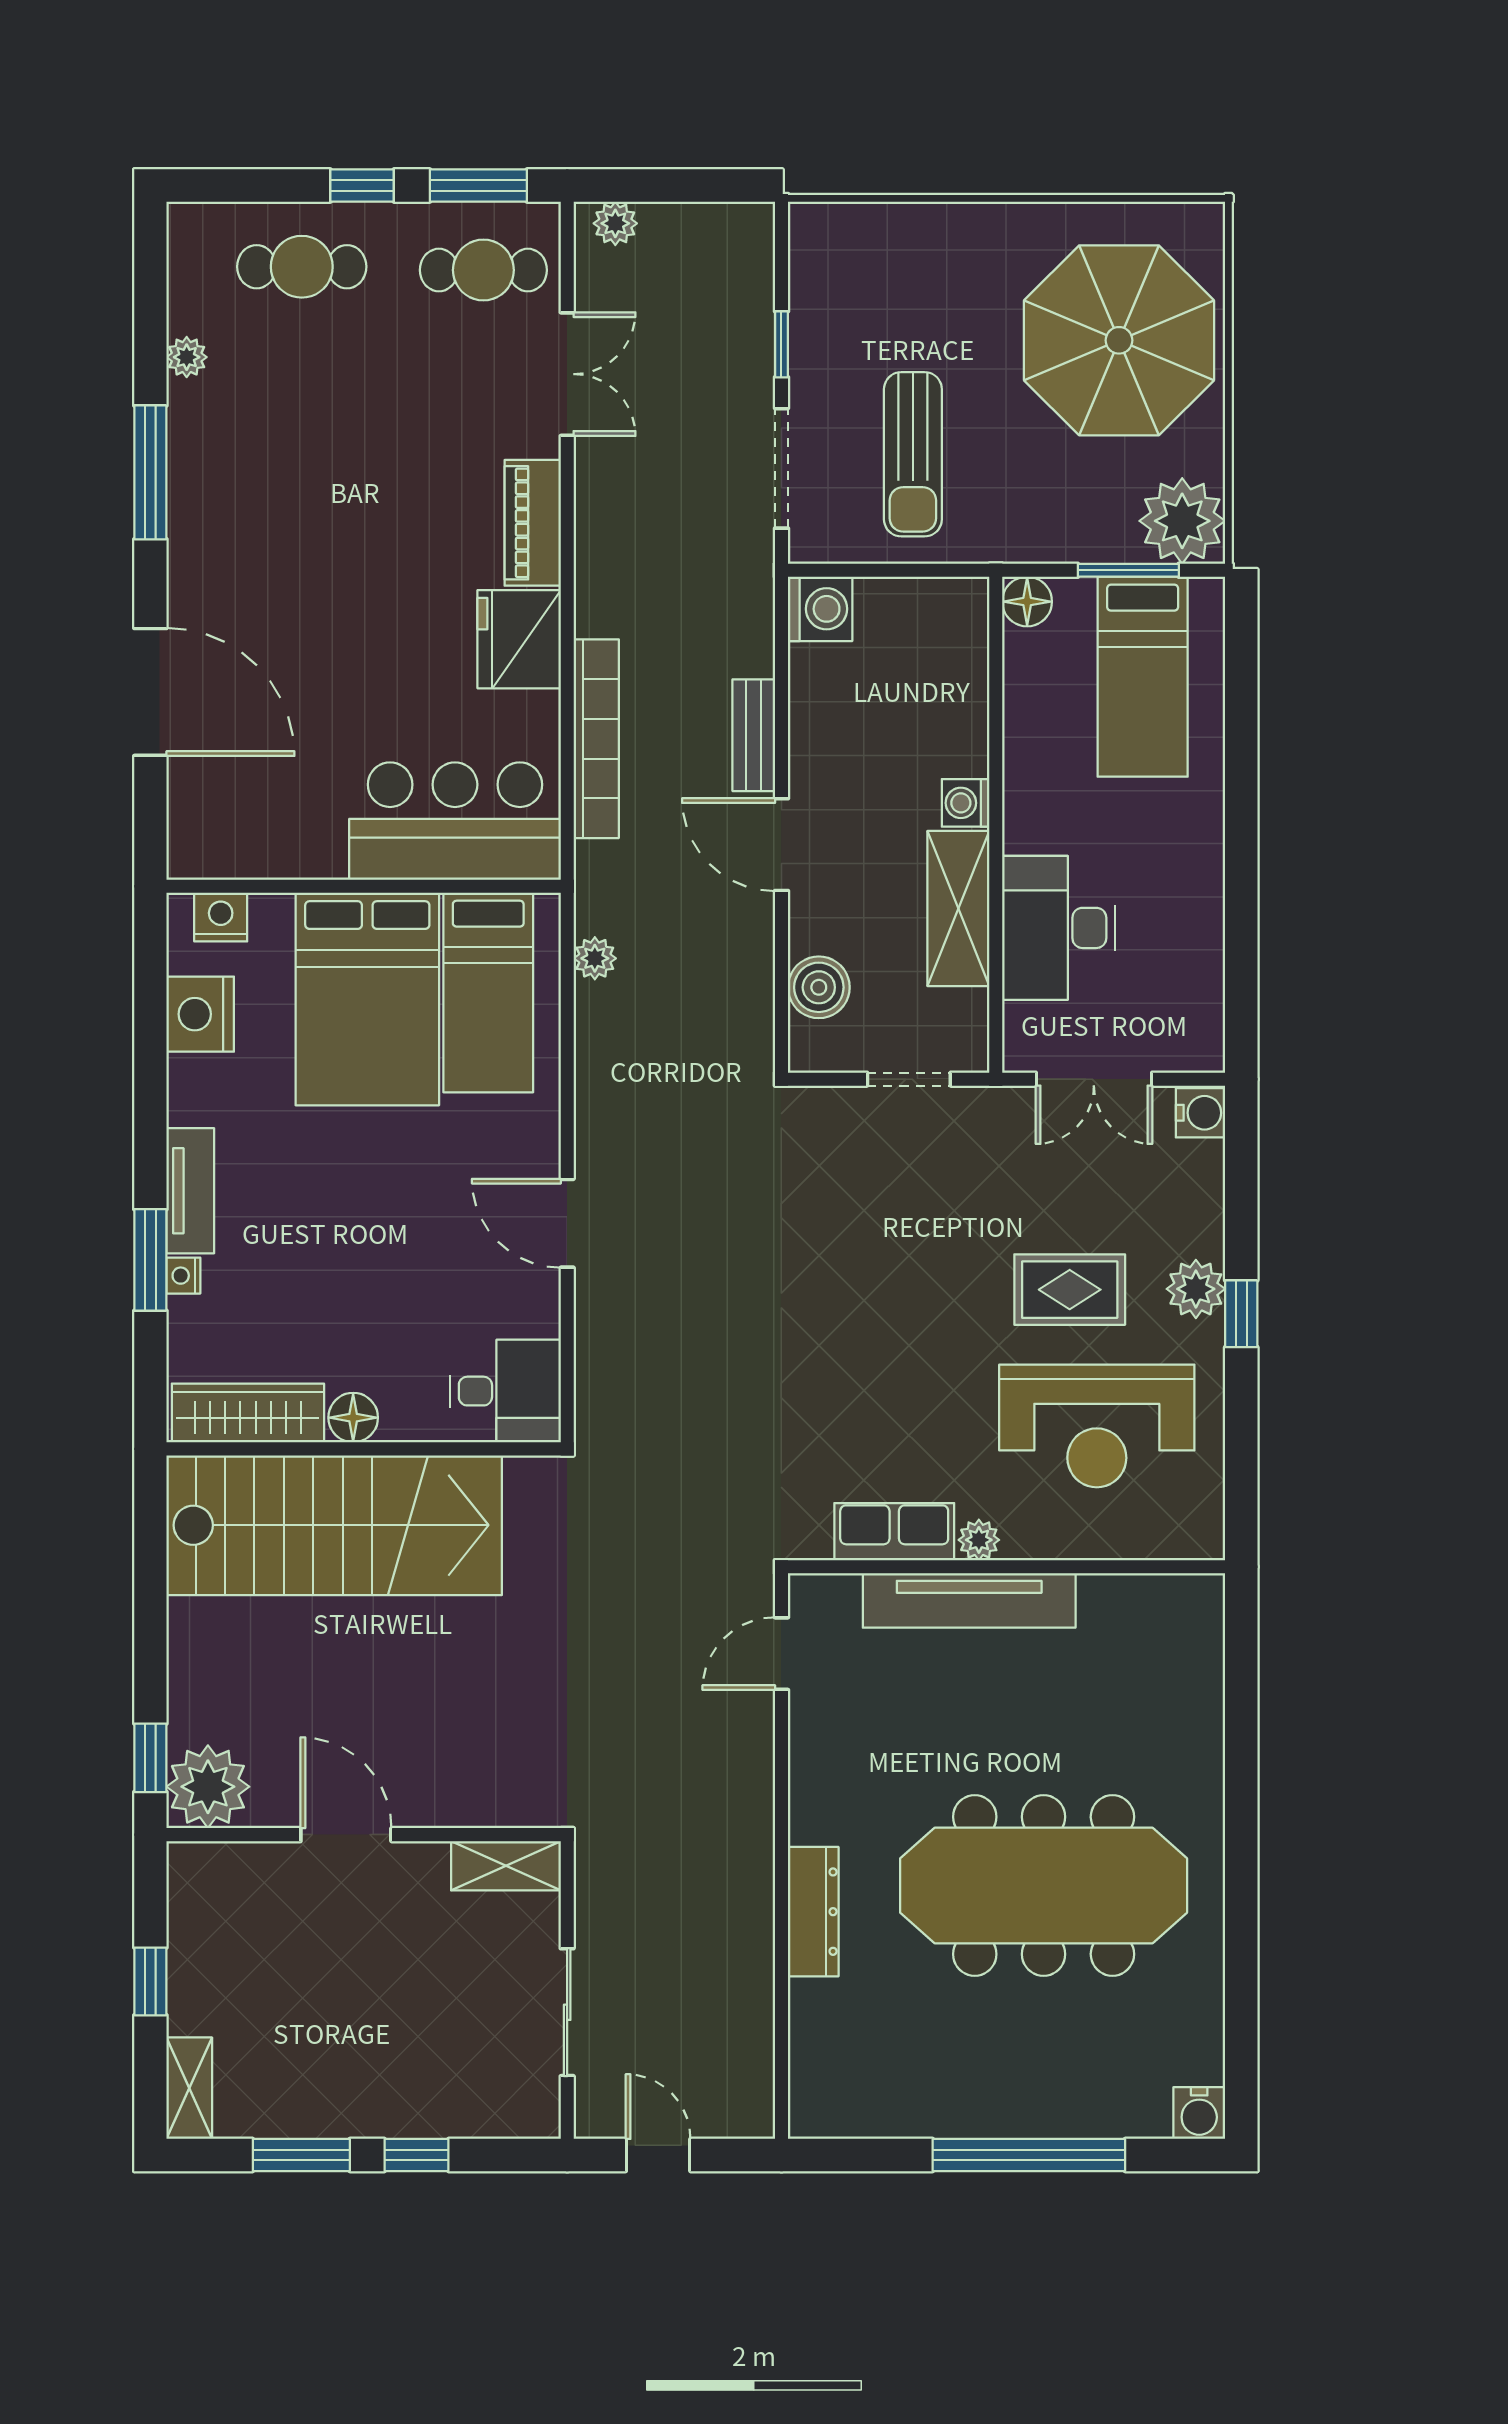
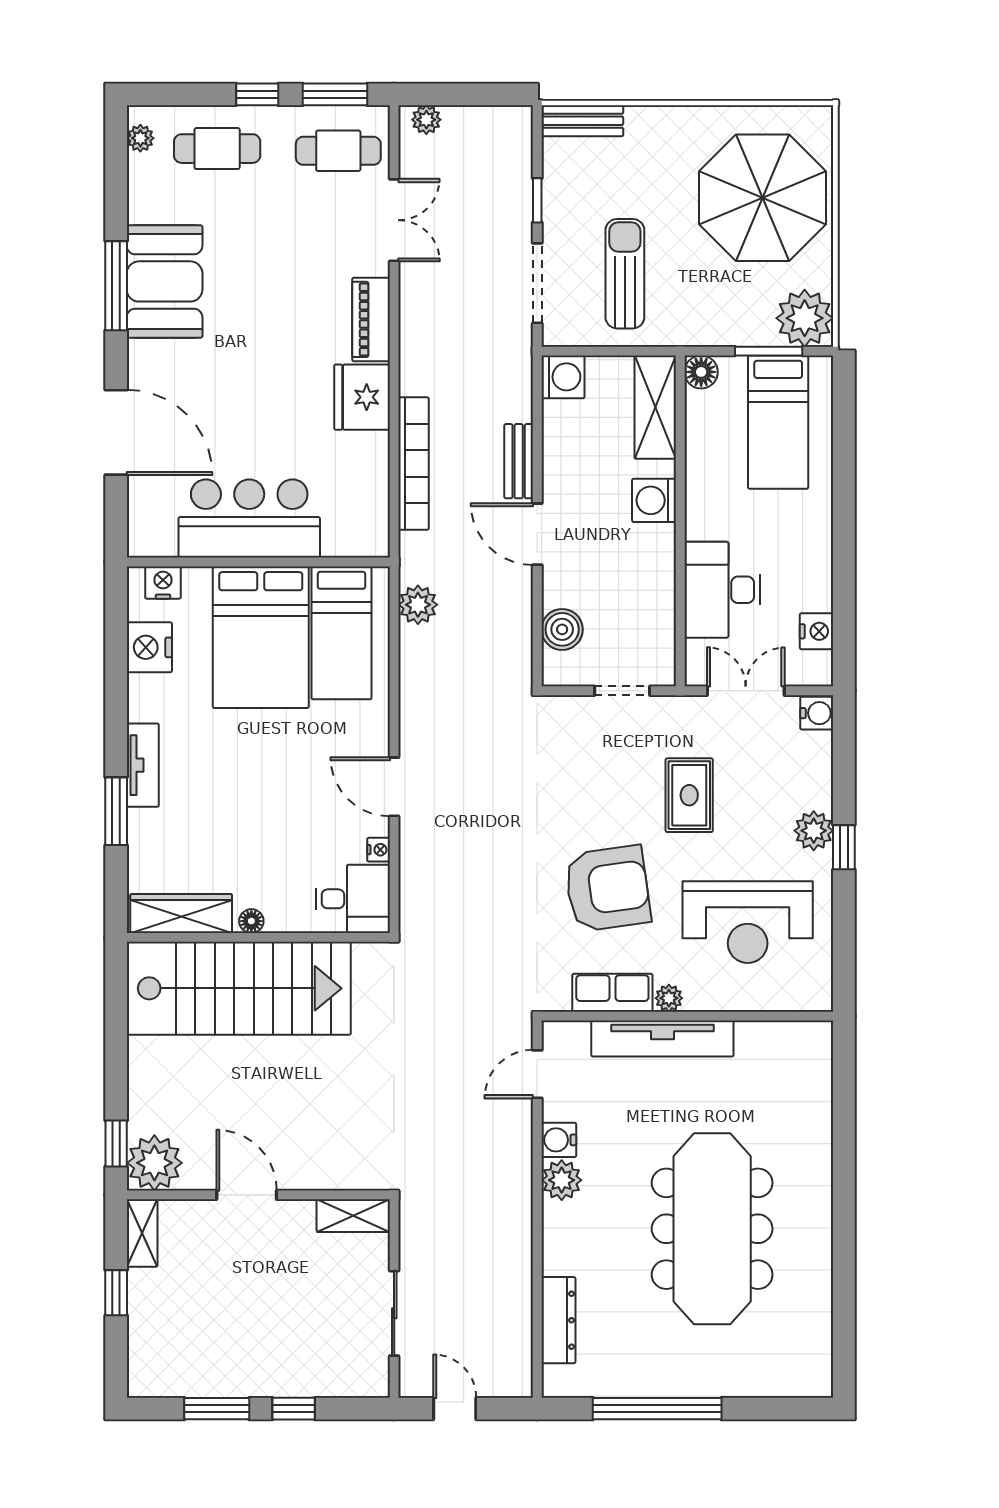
bench: (849, 225) -> (582, 121), added
plant: (187, 357) -> (140, 138), moved
sun lounger: (913, 454) -> (625, 274), turned 180
booth: (223, 466) -> (165, 281), added
washing machine: (966, 803) -> (654, 500), width x1.38, depth x1.38
bar counter: (455, 821) -> (249, 519), moved
shelving: (958, 909) -> (655, 407), moved
plant: (595, 958) -> (418, 605), width x1.38, depth x1.38
nightstand: (1200, 990) -> (817, 631), added
double door: (1094, 1079) -> (746, 691), swing flipped
nightstand: (183, 1276) -> (379, 850), moved, turned 180
rug: (1070, 1290) -> (689, 795), moved, turned 90
armchair: (887, 1376) -> (607, 888), added
floor lamp: (353, 1418) -> (251, 921), width x0.73, depth x0.73
plant: (818, 1813) -> (562, 1180), added
meeting table: (1044, 1885) -> (712, 1229), turned 90
dresser: (813, 1912) -> (558, 1320), moved
shelving: (189, 2088) -> (142, 1233), moved
water cooler: (1199, 2113) -> (559, 1140), moved, turned 90
window: (1029, 2155) -> (657, 1409), moved

